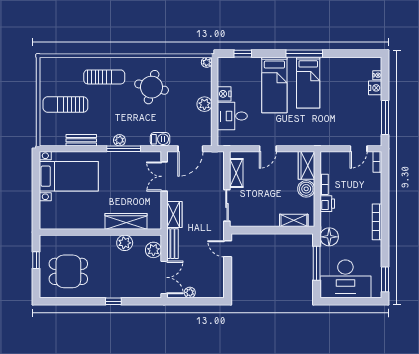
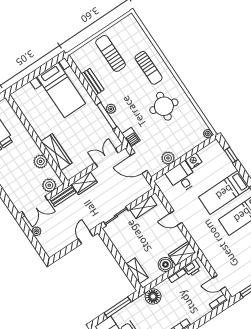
plant: (204, 104) -> (168, 158), moved
printer: (327, 204) -> (192, 268), moved
floor lamp: (329, 237) -> (153, 296), moved

